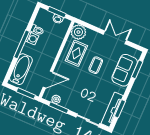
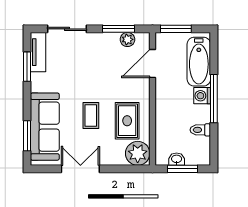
double door: (115, 37) -> (80, 169), swing flipped
washing machine: (32, 38) -> (202, 96), moved
sofa: (125, 70) -> (45, 127), width x1.36
tv unit: (112, 110) -> (38, 52), width x0.71

